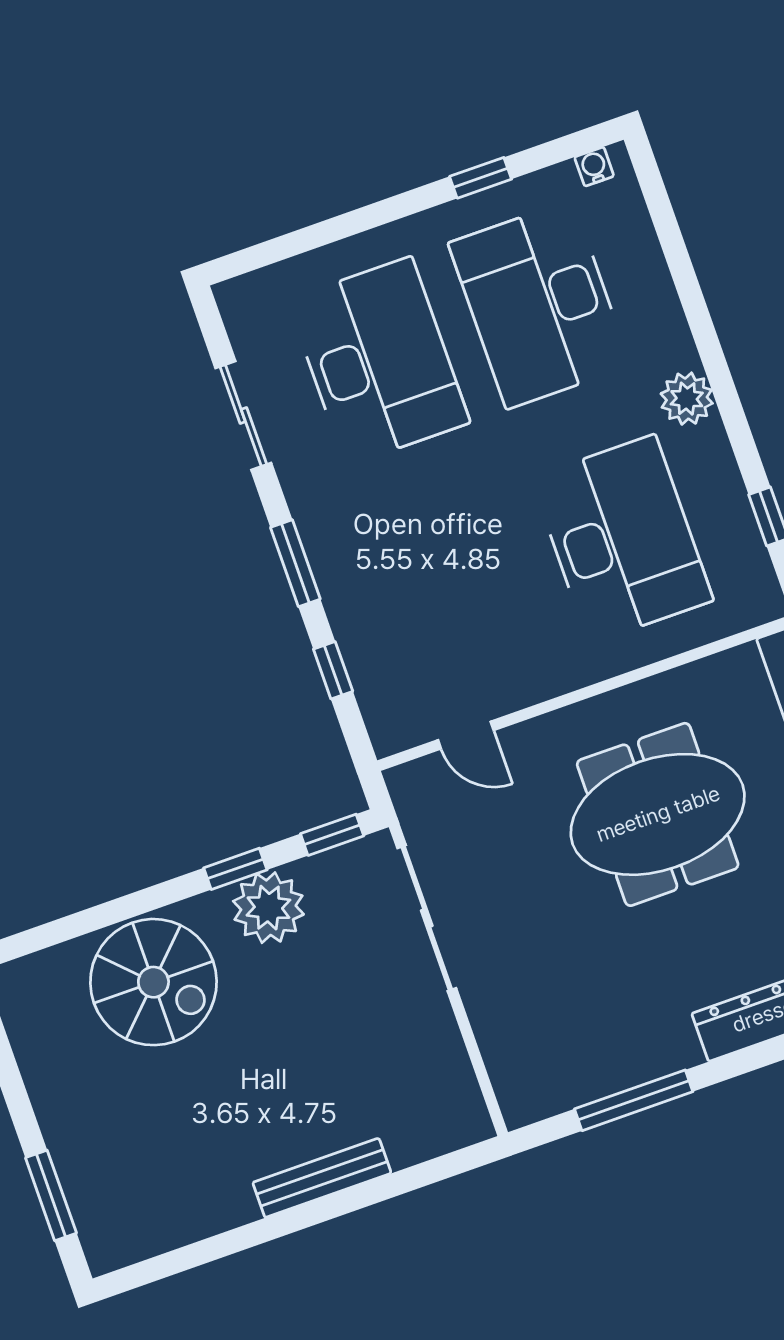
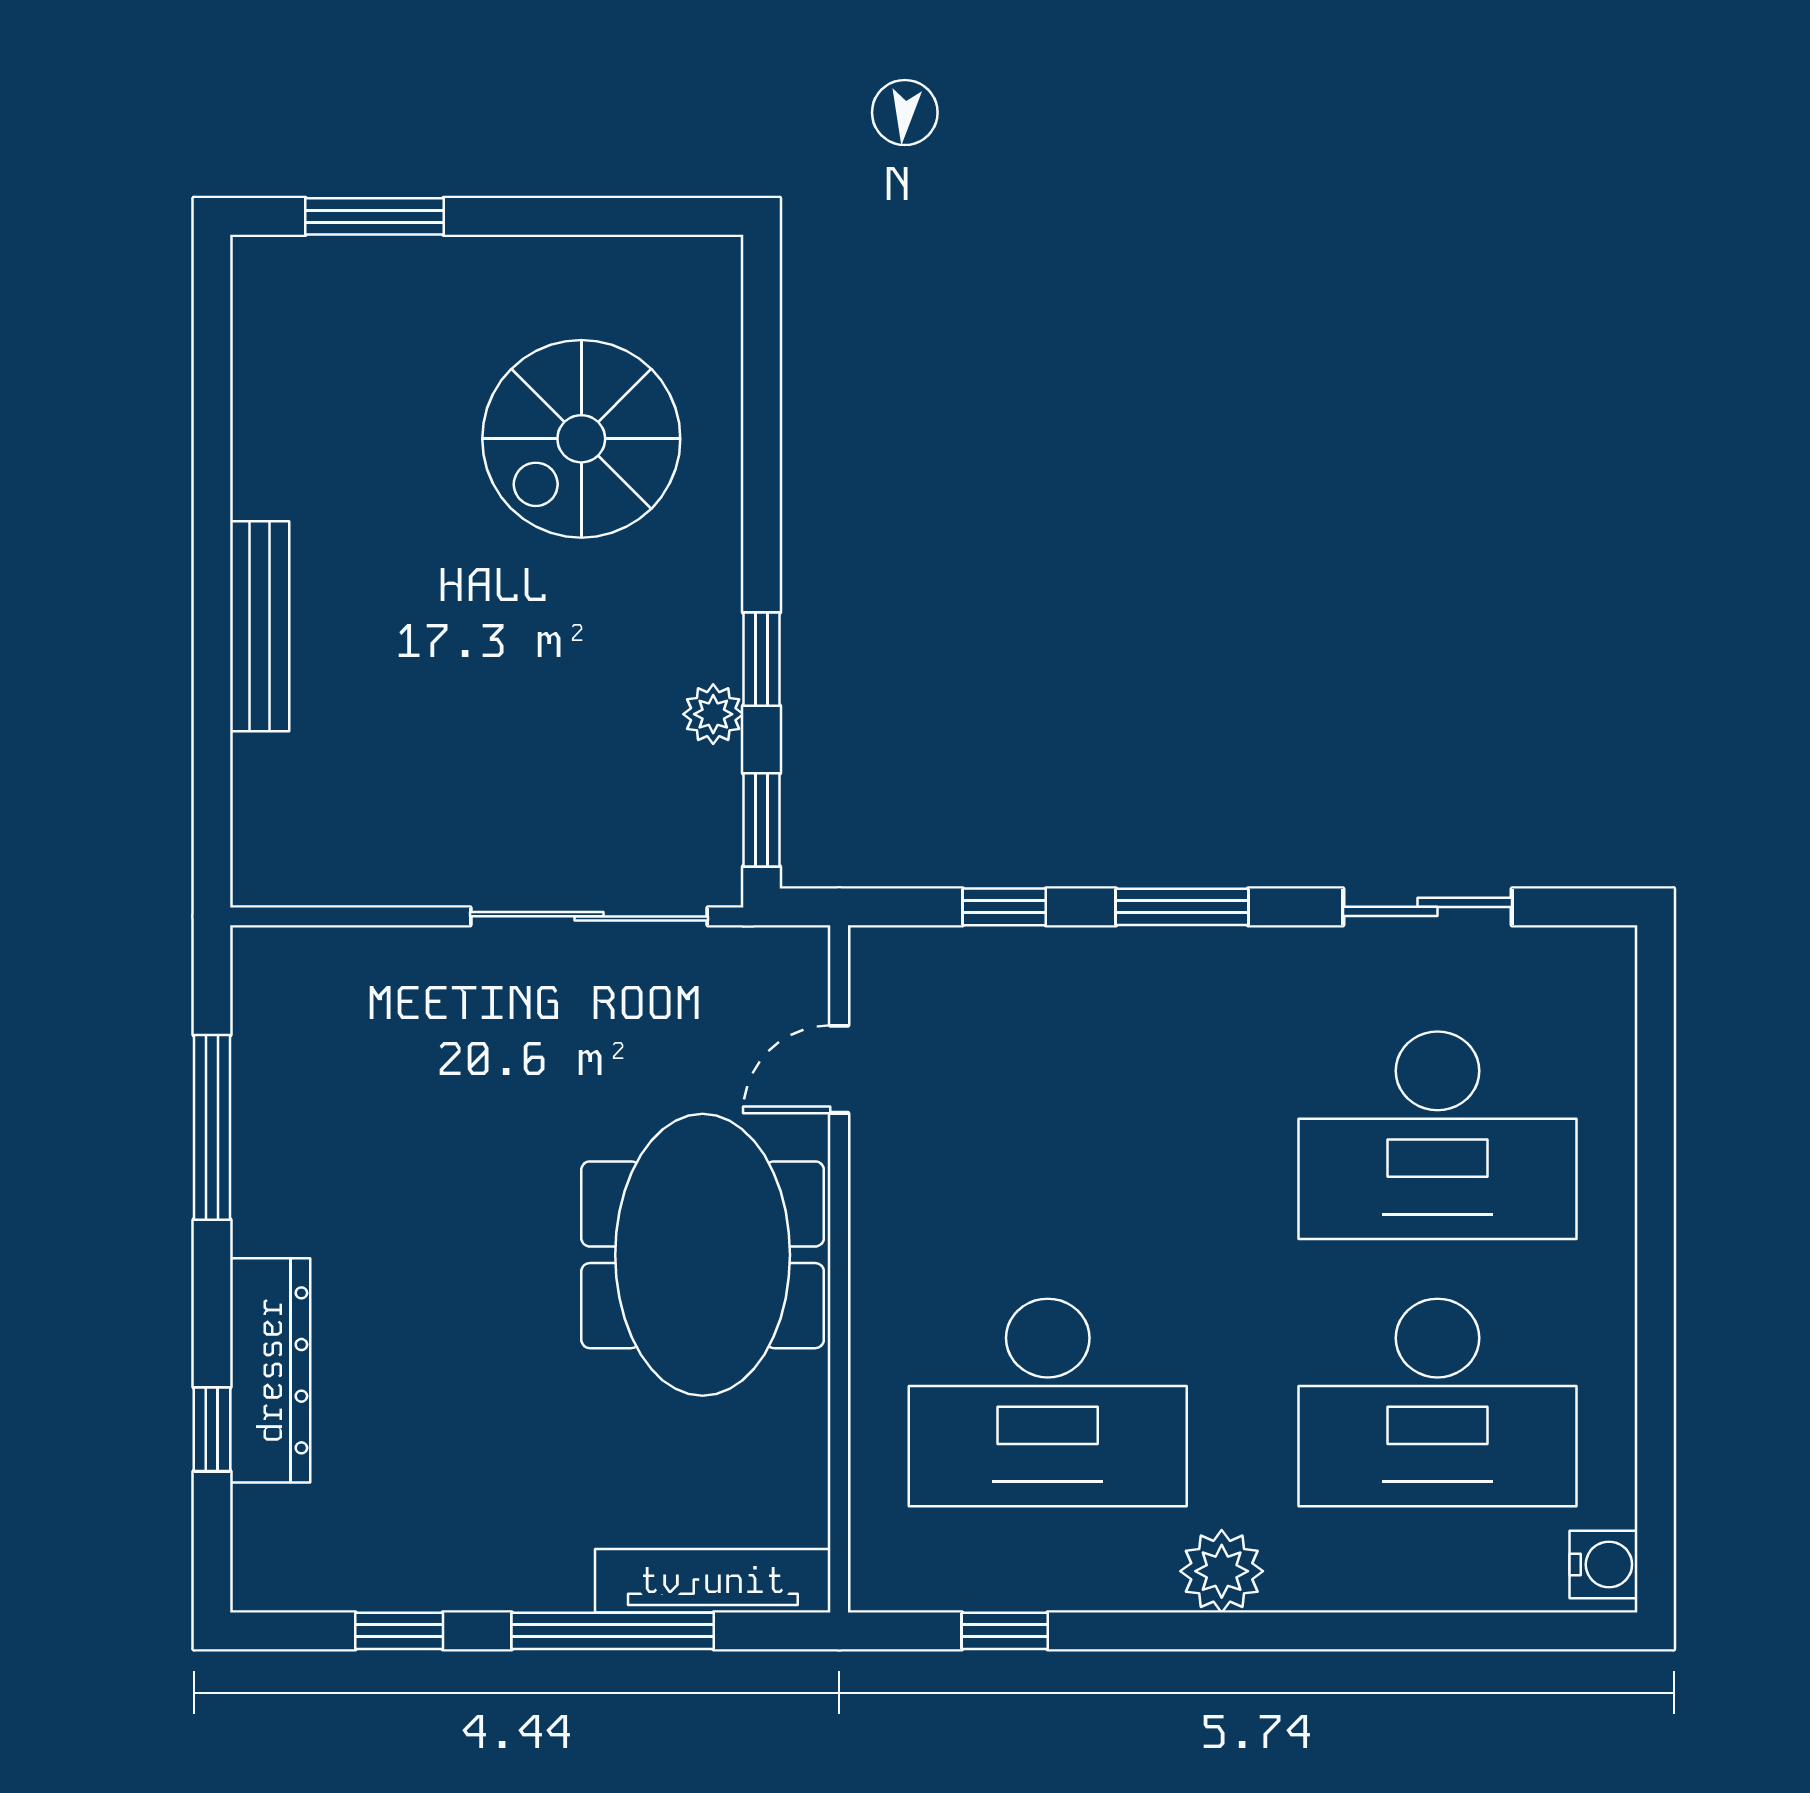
water cooler: (594, 167) -> (1604, 1564), width x1.38, depth x1.38
window: (481, 178) -> (1655, 1381), removed
desk: (539, 304) -> (1437, 1402), turned 180
meeting table: (658, 814) -> (703, 1255), moved
plant: (268, 908) -> (713, 714), width x0.53, depth x0.53
spiral stairs: (153, 982) -> (581, 439), moved

